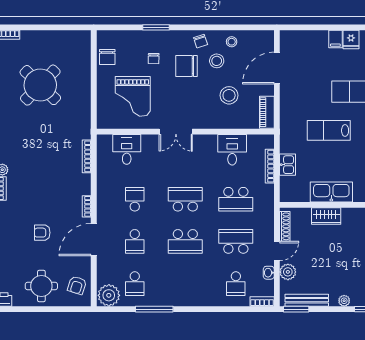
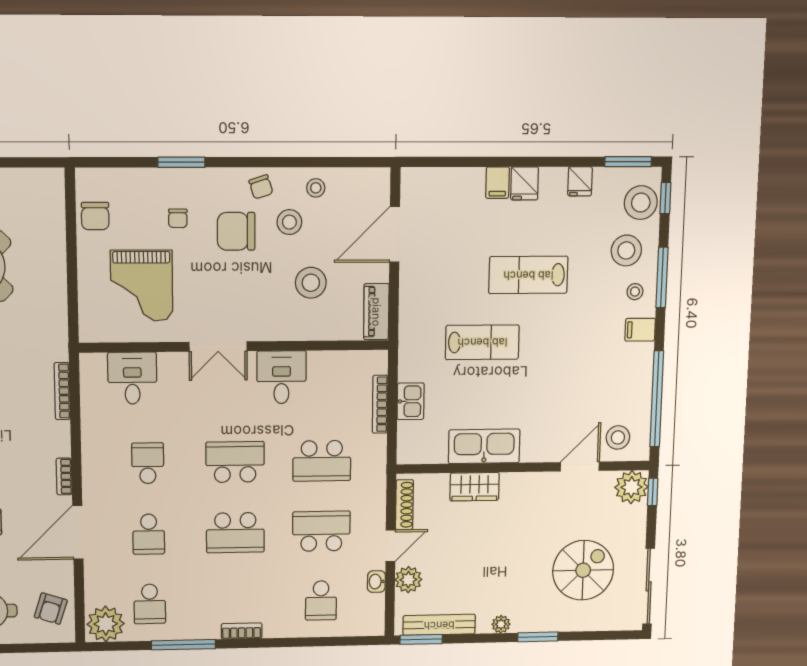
lab bench: (329, 130) -> (482, 342), turned 180
desk: (232, 150) -> (281, 377), moved
bookcase: (262, 301) -> (242, 631), moved

